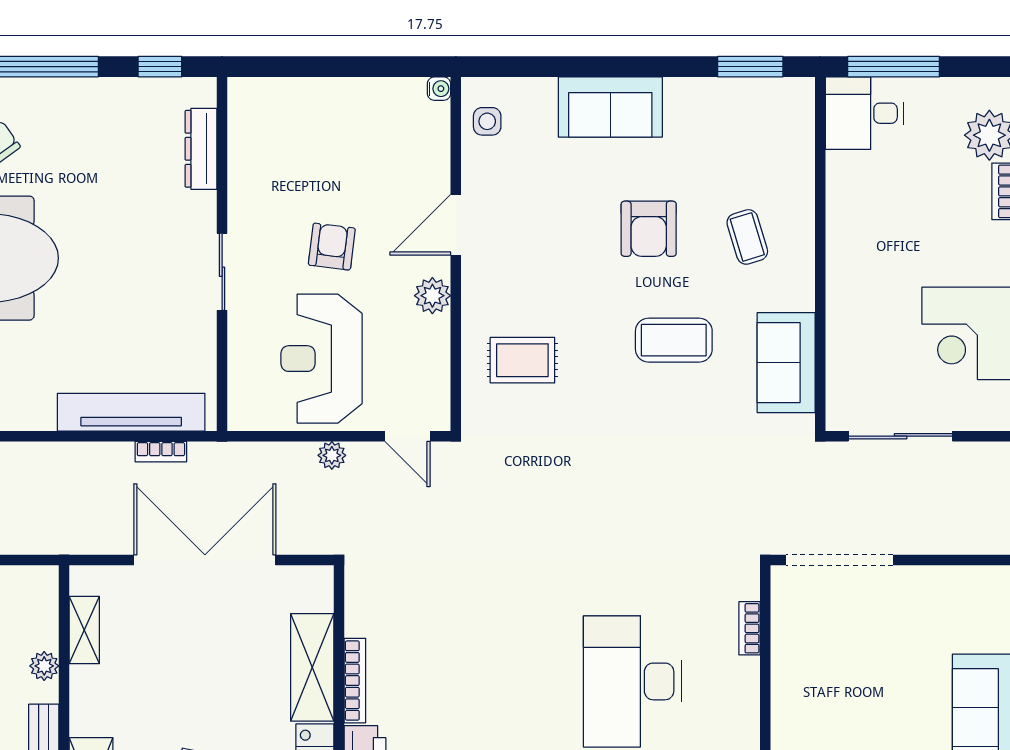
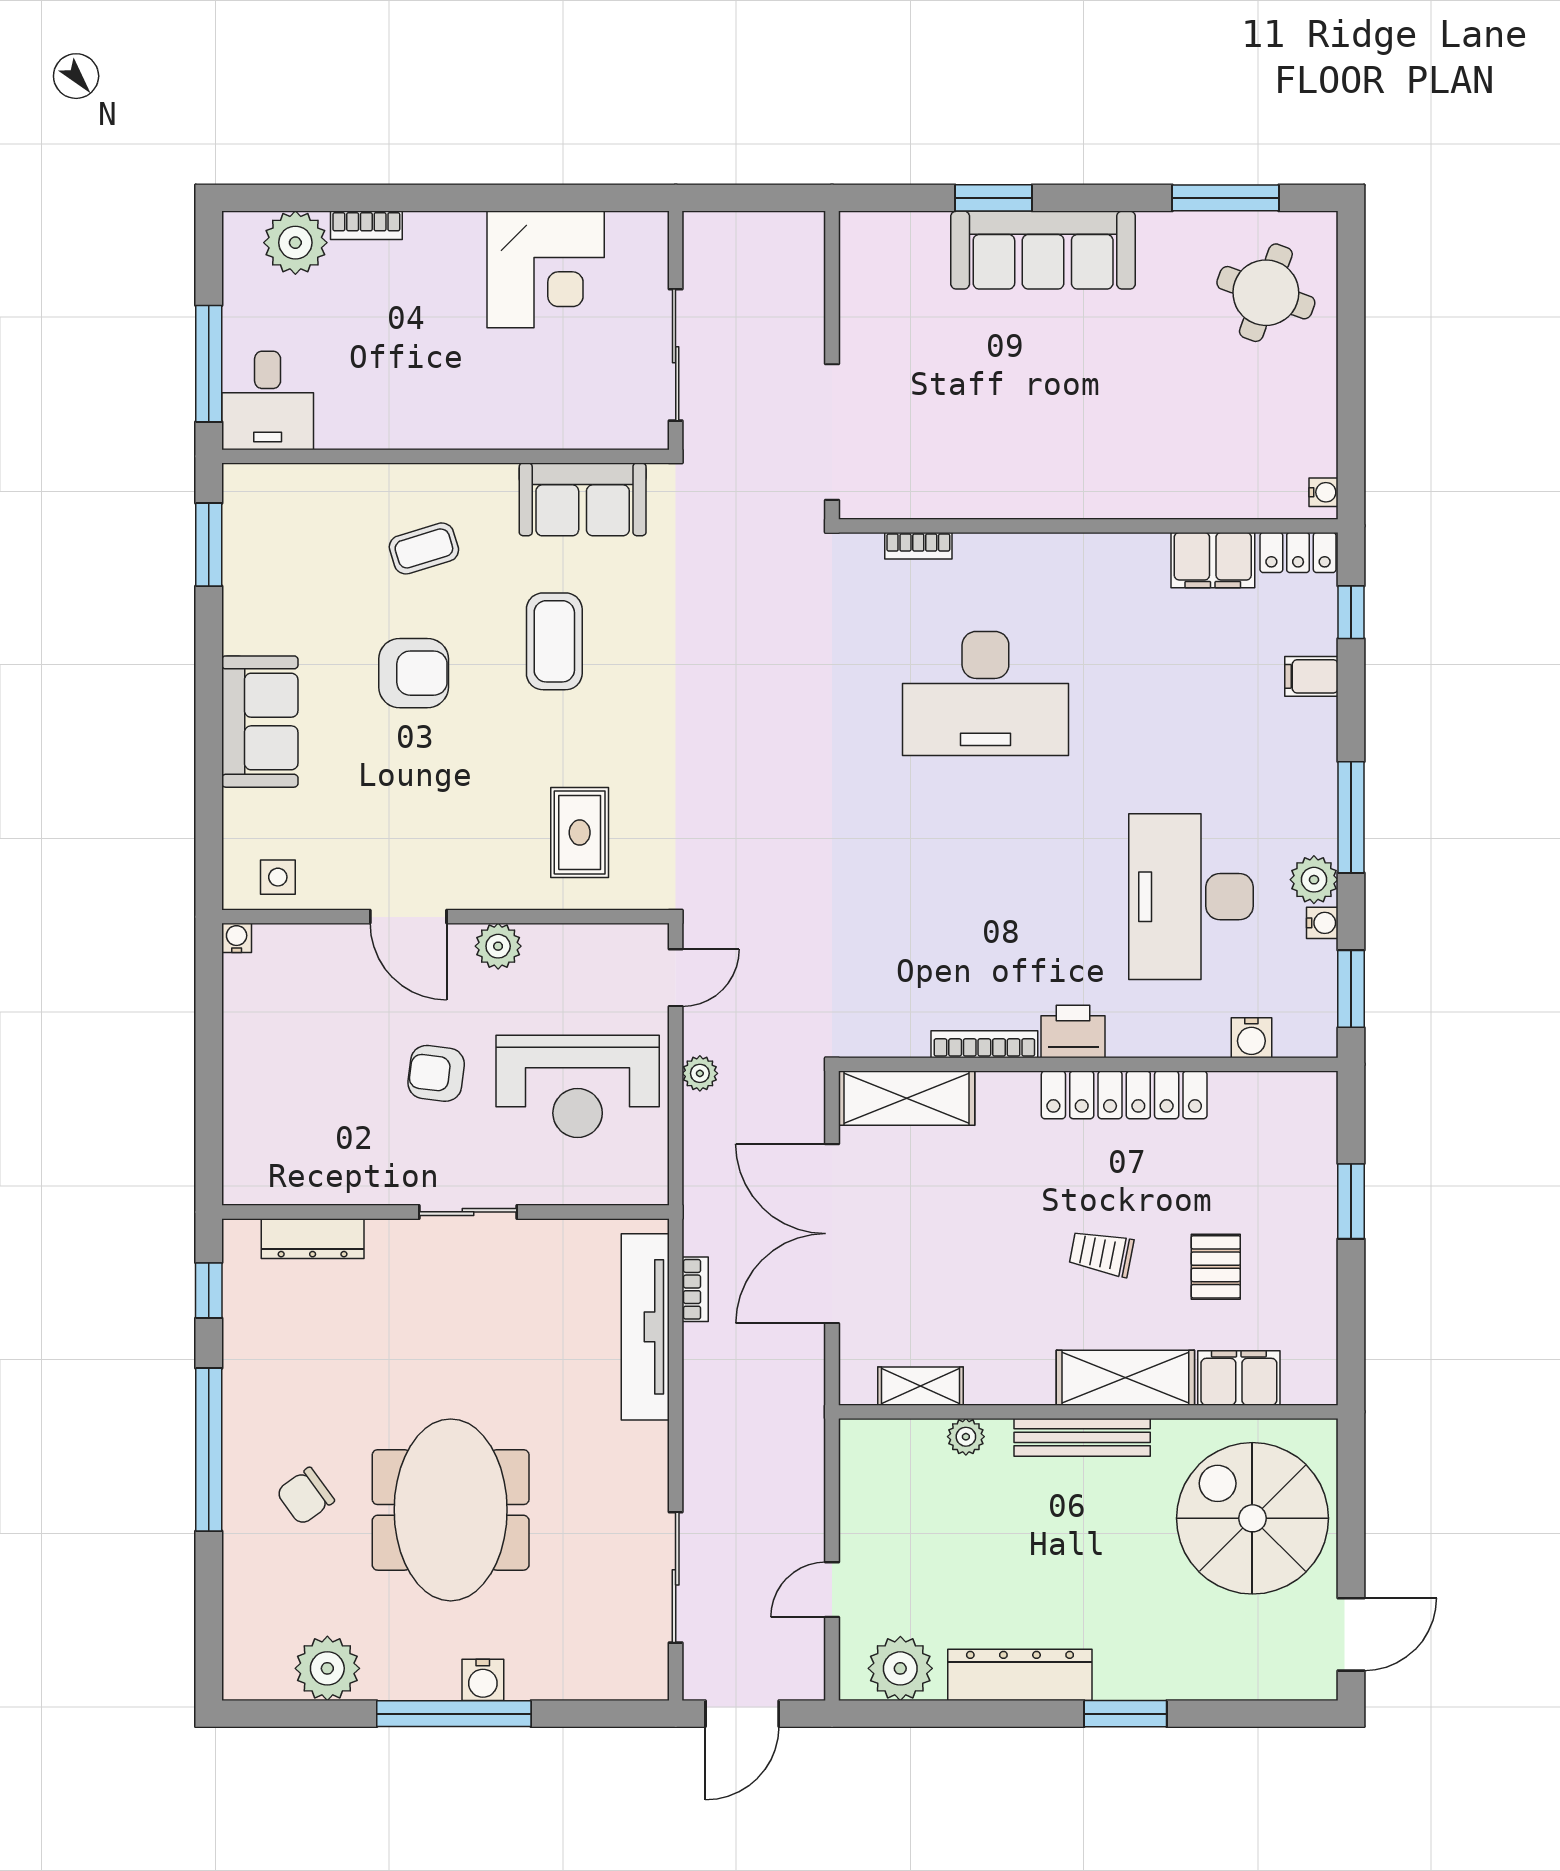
shelving: (312, 667) -> (907, 1098), moved

